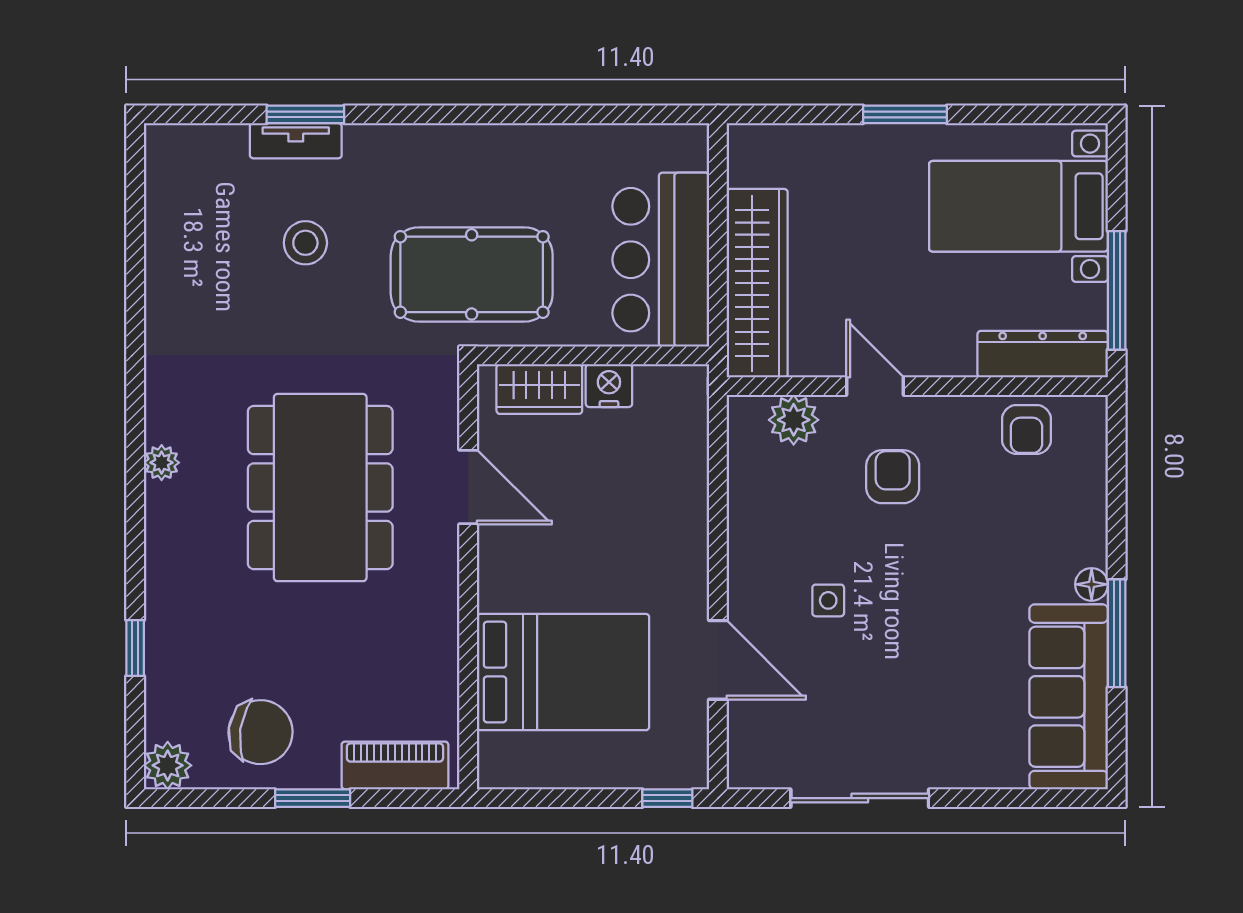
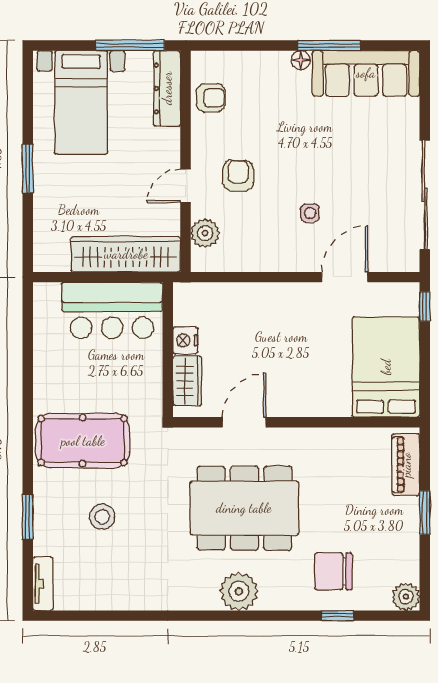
tv unit: (296, 141) -> (43, 584), moved
pool table: (472, 274) -> (83, 441), moved, turned 90
plant: (162, 463) -> (239, 591), width x1.87, depth x1.87
armchair: (893, 477) -> (238, 176), turned 90
bed: (563, 672) -> (386, 367), moved
chair: (260, 732) -> (333, 571), moved, turned -98
sliding door: (860, 798) -> (425, 195), width x1.36

